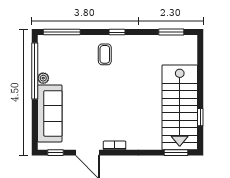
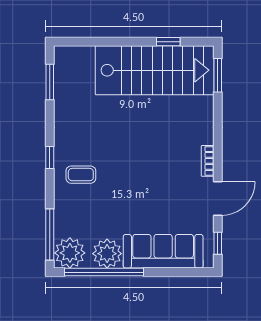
plant: (49, 46) -> (70, 253), added
plant: (43, 78) -> (107, 254), width x1.87, depth x1.87

